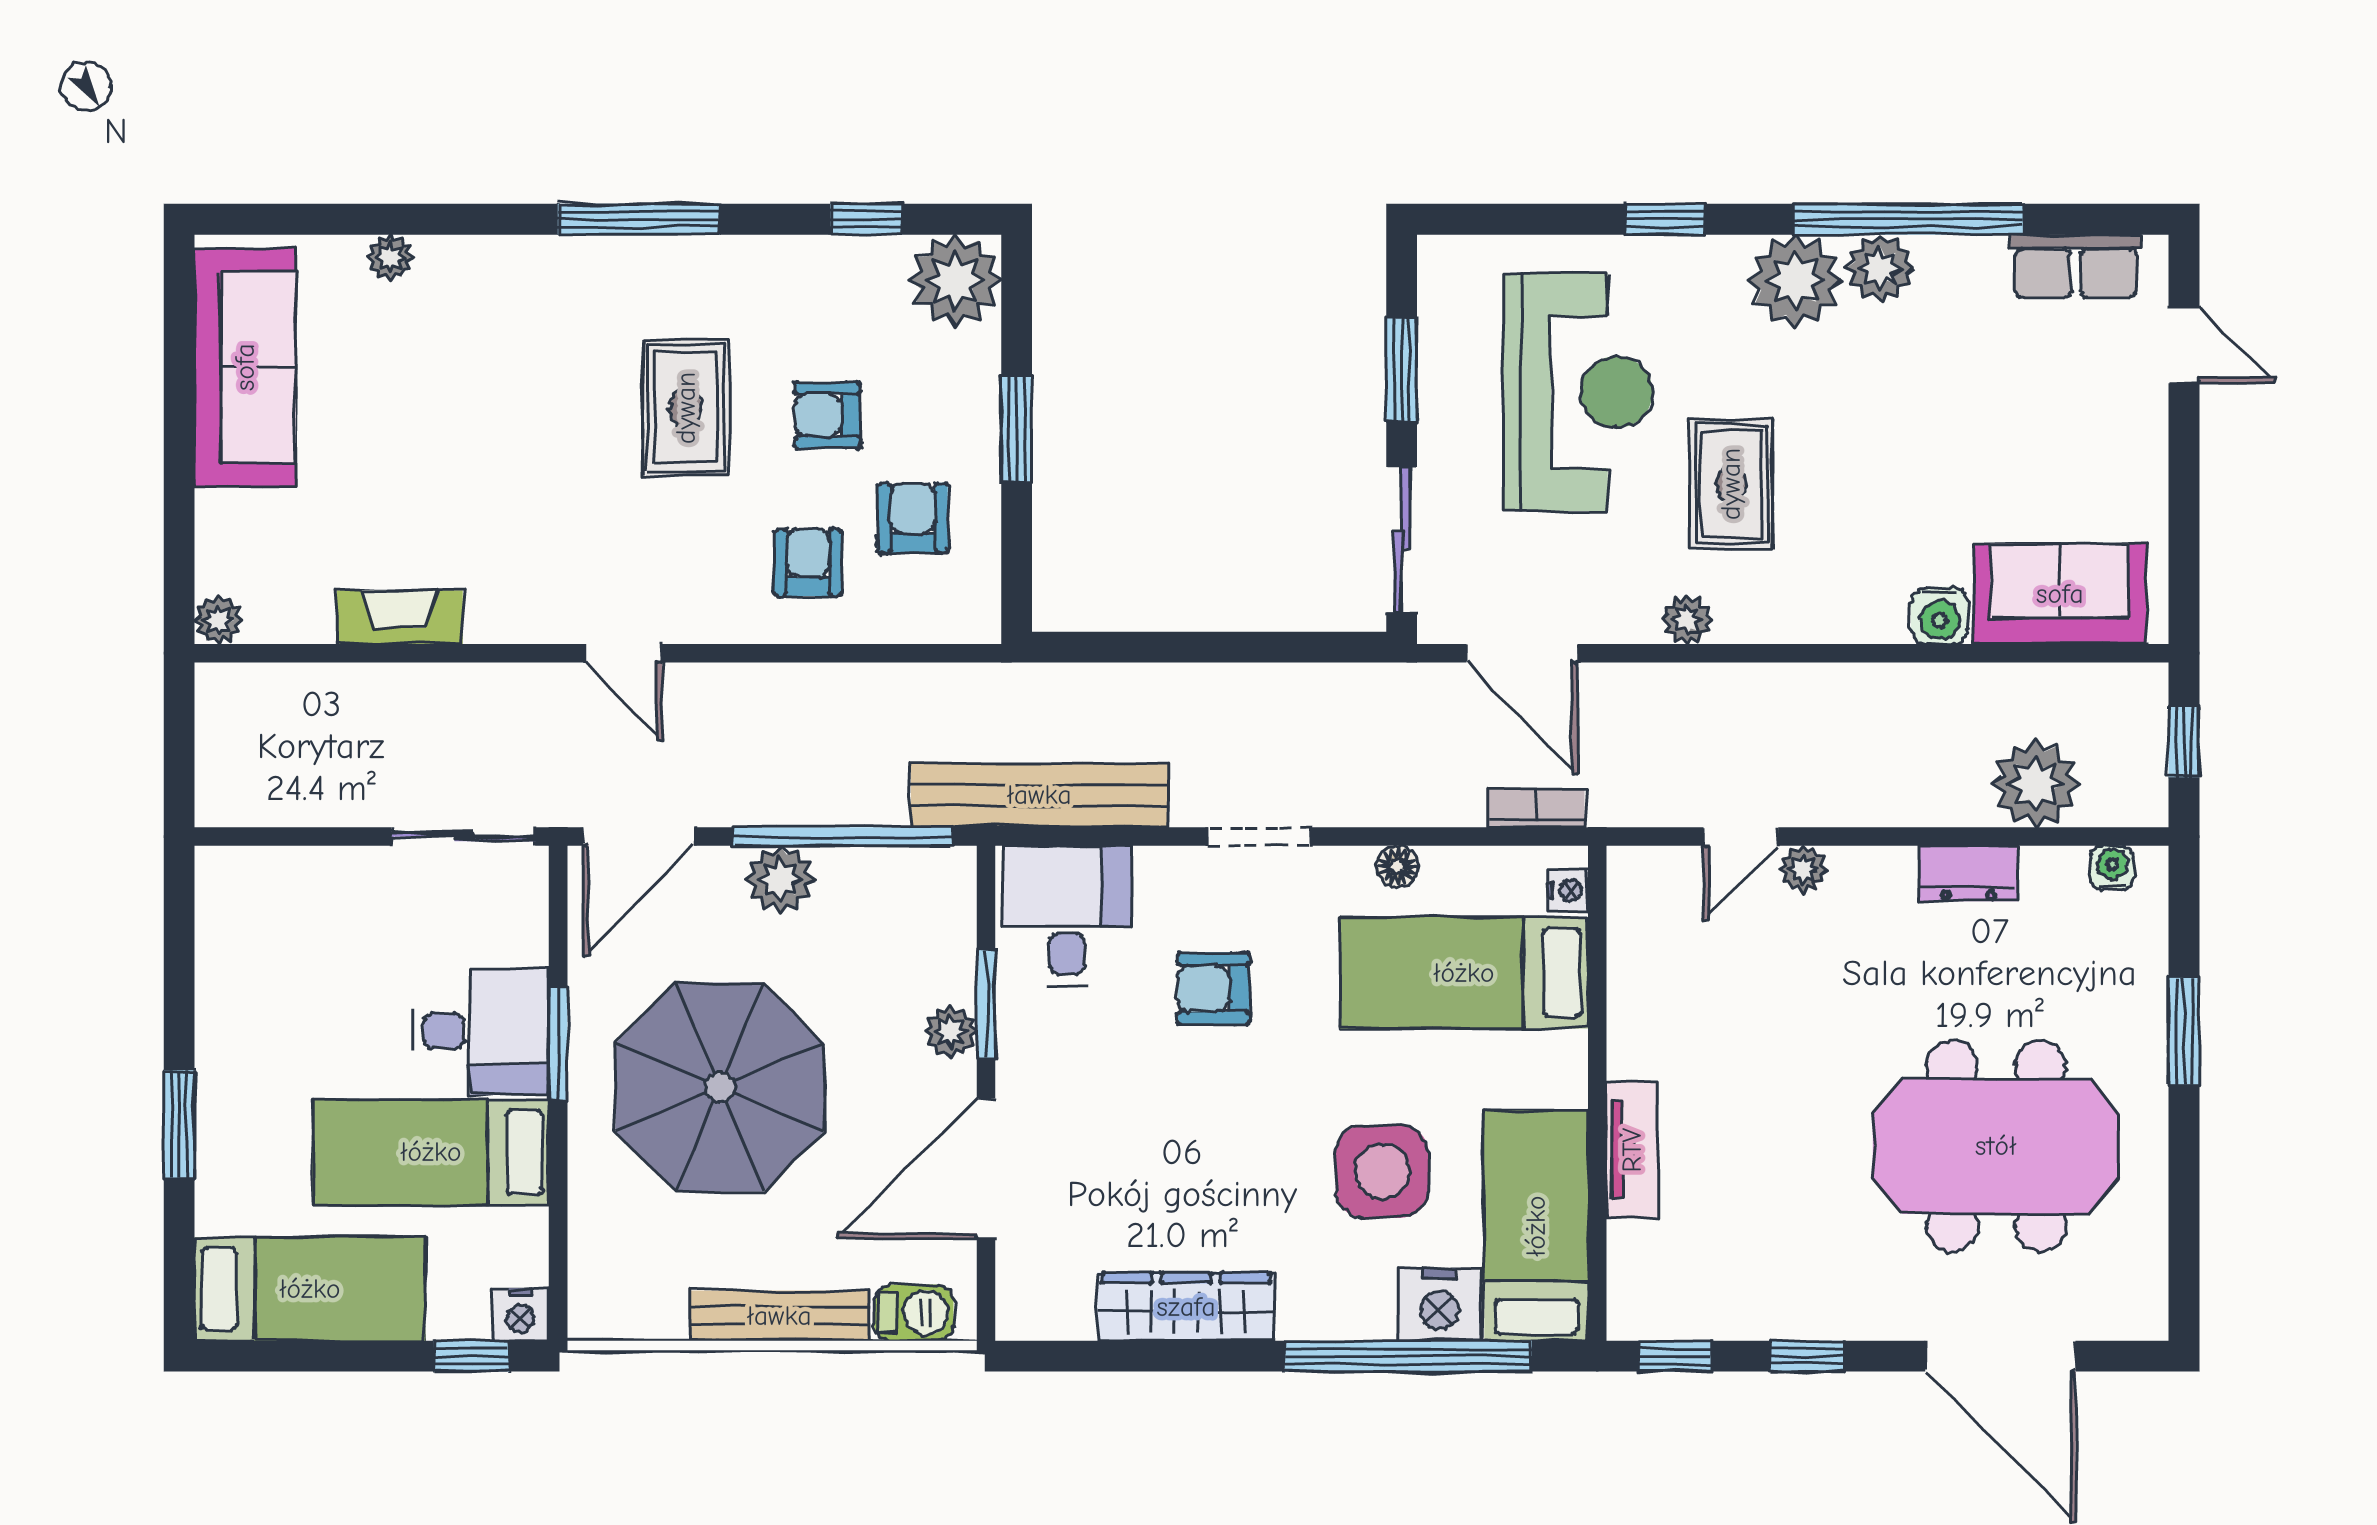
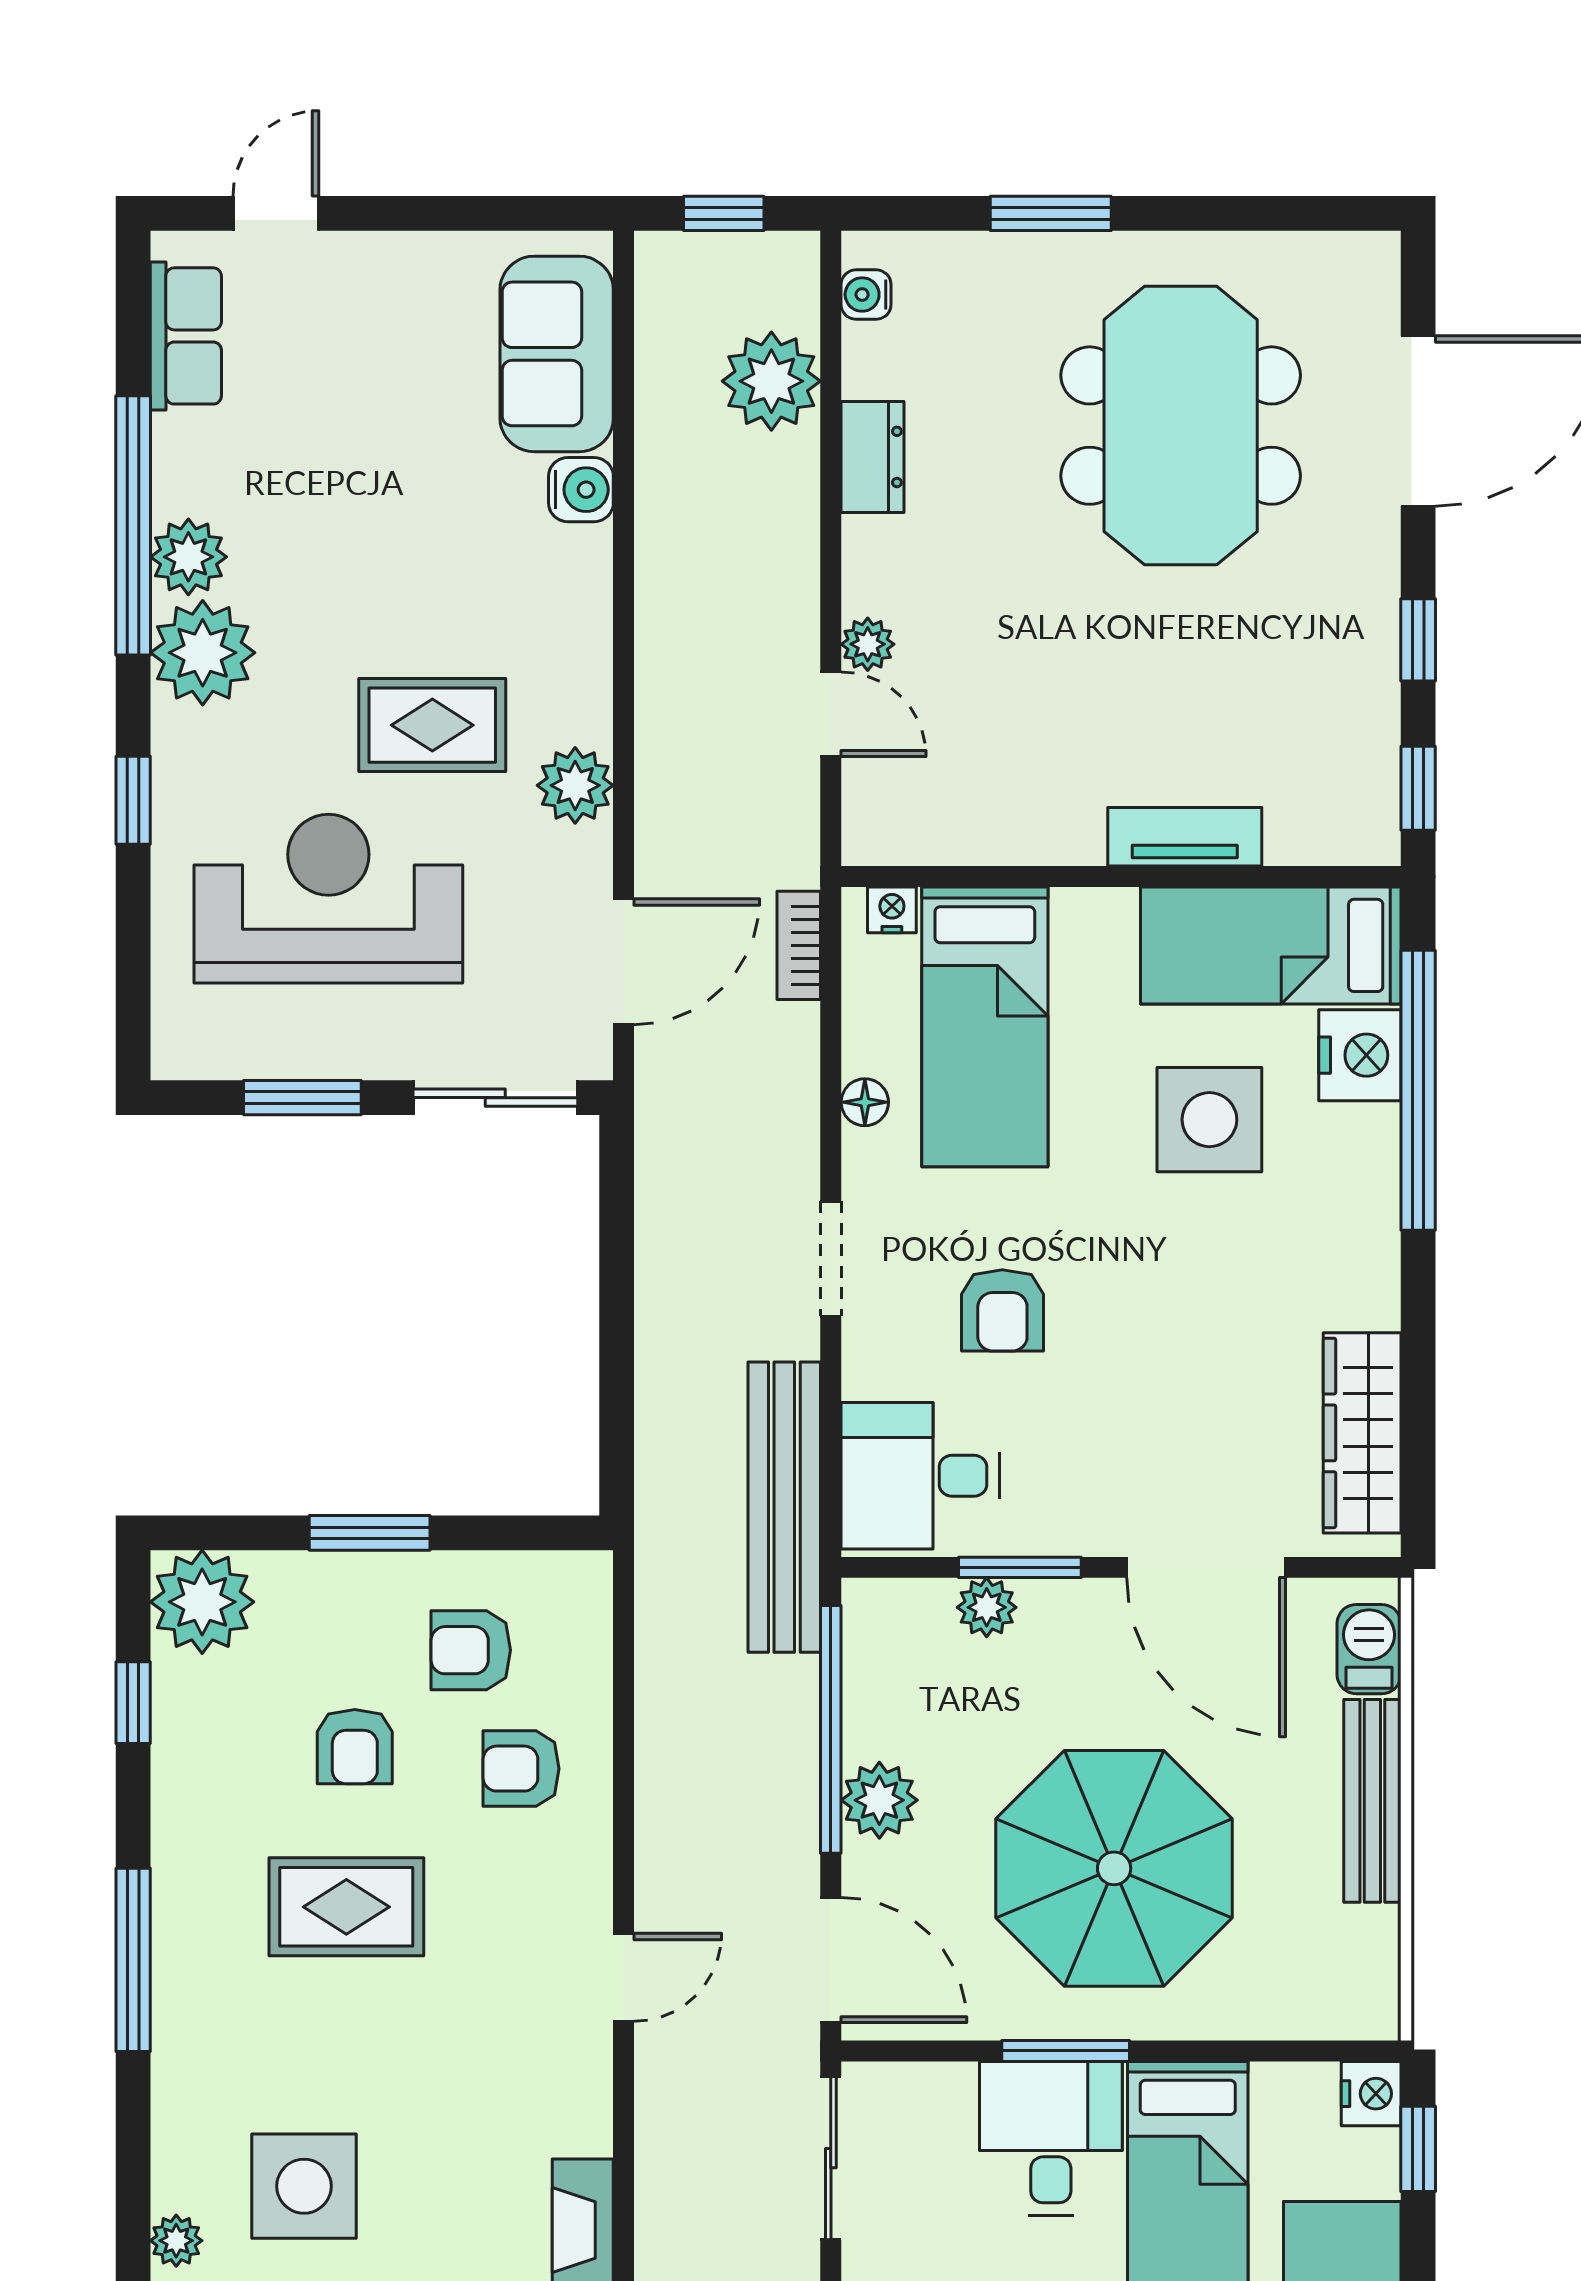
side table: (438, 370) -> (304, 2186), added
plant: (1687, 620) -> (575, 785), width x1.38, depth x1.38
plant: (951, 1032) -> (987, 1607), moved
wardrobe: (1186, 1307) -> (1362, 1433), moved

